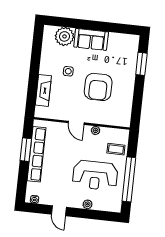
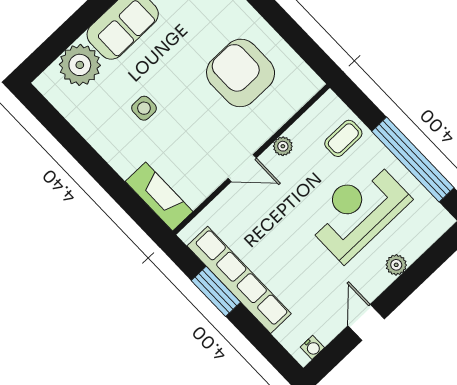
armchair: (98, 87) -> (241, 73), moved, turned 180
fireplace: (43, 90) -> (159, 196), moved
reception desk: (95, 175) -> (358, 211), turned 180
door: (59, 211) -> (366, 322), swing flipped

